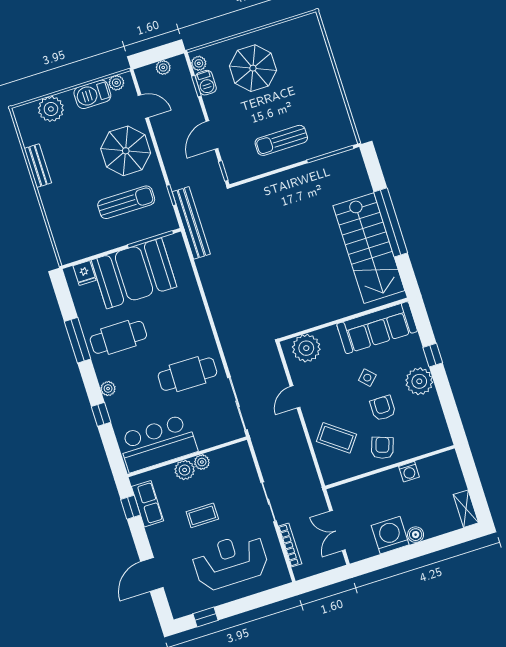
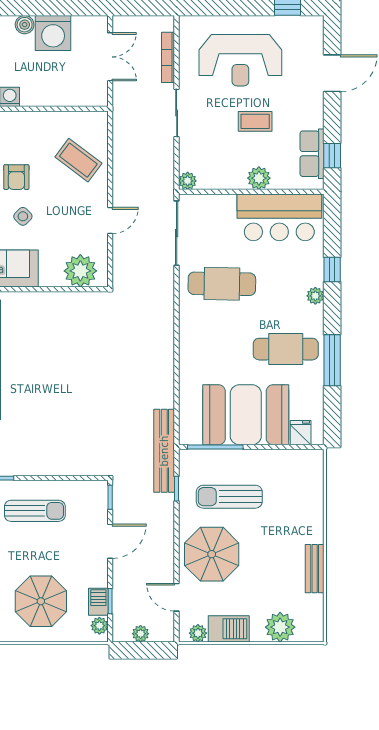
armchair: (382, 448) -> (31, 133), removed
plant: (202, 462) -> (188, 181), moved

